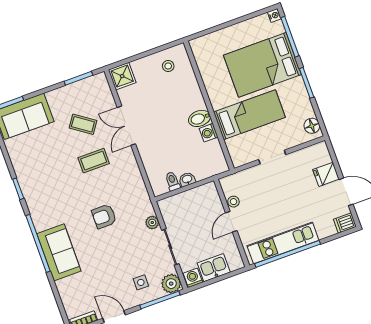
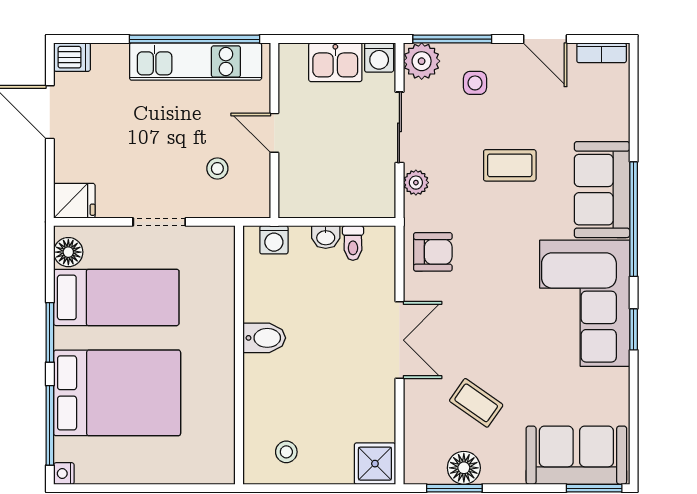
floor lamp: (77, 90) -> (464, 468), added
bed: (249, 115) -> (116, 297), moved, turned 180
double door: (126, 126) -> (399, 340), moved
washing machine: (209, 133) -> (274, 240), moved, turned 90
coffee table: (94, 161) -> (510, 165), moved
fridge: (326, 174) -> (74, 201), moved
corner sofa: (47, 193) -> (585, 303), added
stool: (234, 202) -> (217, 168), moved
armchair: (104, 216) -> (433, 252), moved
door: (231, 222) -> (274, 133), swing flipped

